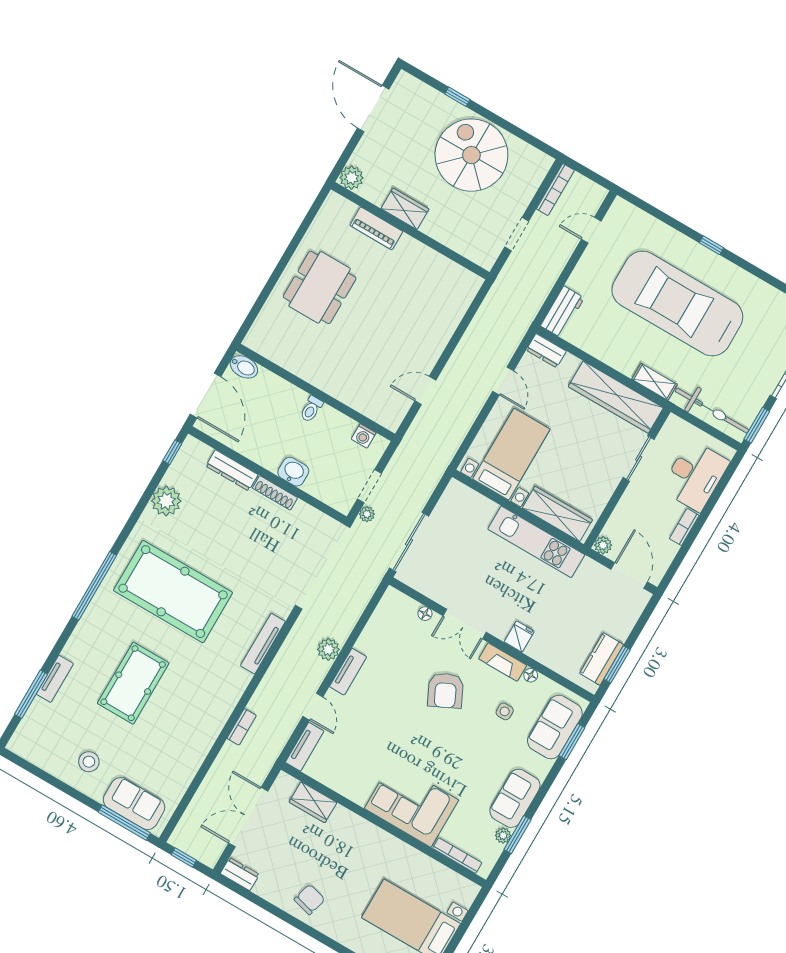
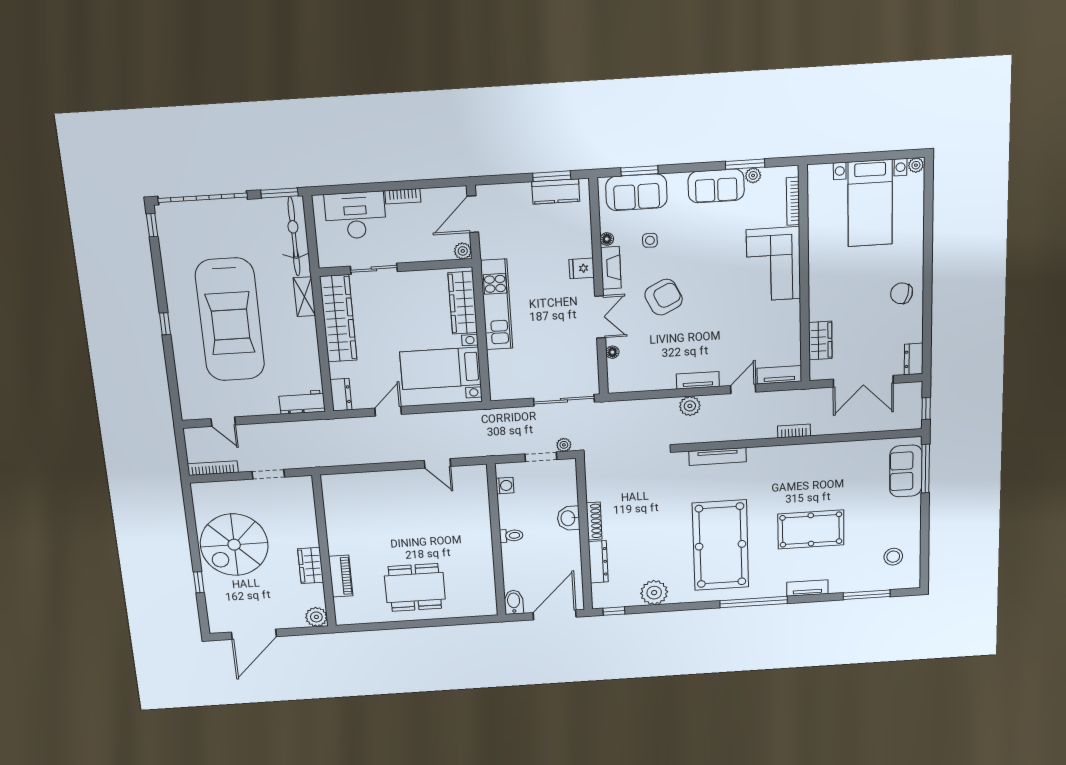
tv unit: (55, 679) -> (807, 588), moved
stool: (89, 762) -> (893, 557), moved

